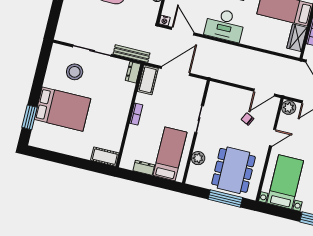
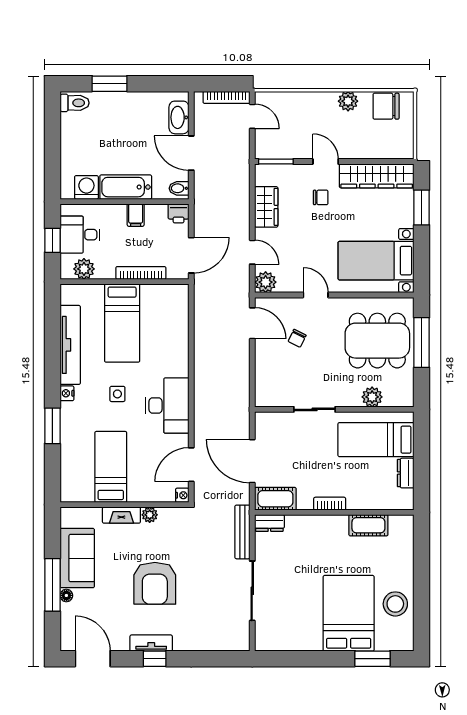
wardrobe: (297, 38) -> (160, 295), removed
stool: (75, 72) -> (395, 604), moved
cot: (105, 157) -> (368, 525), moved, turned 90

